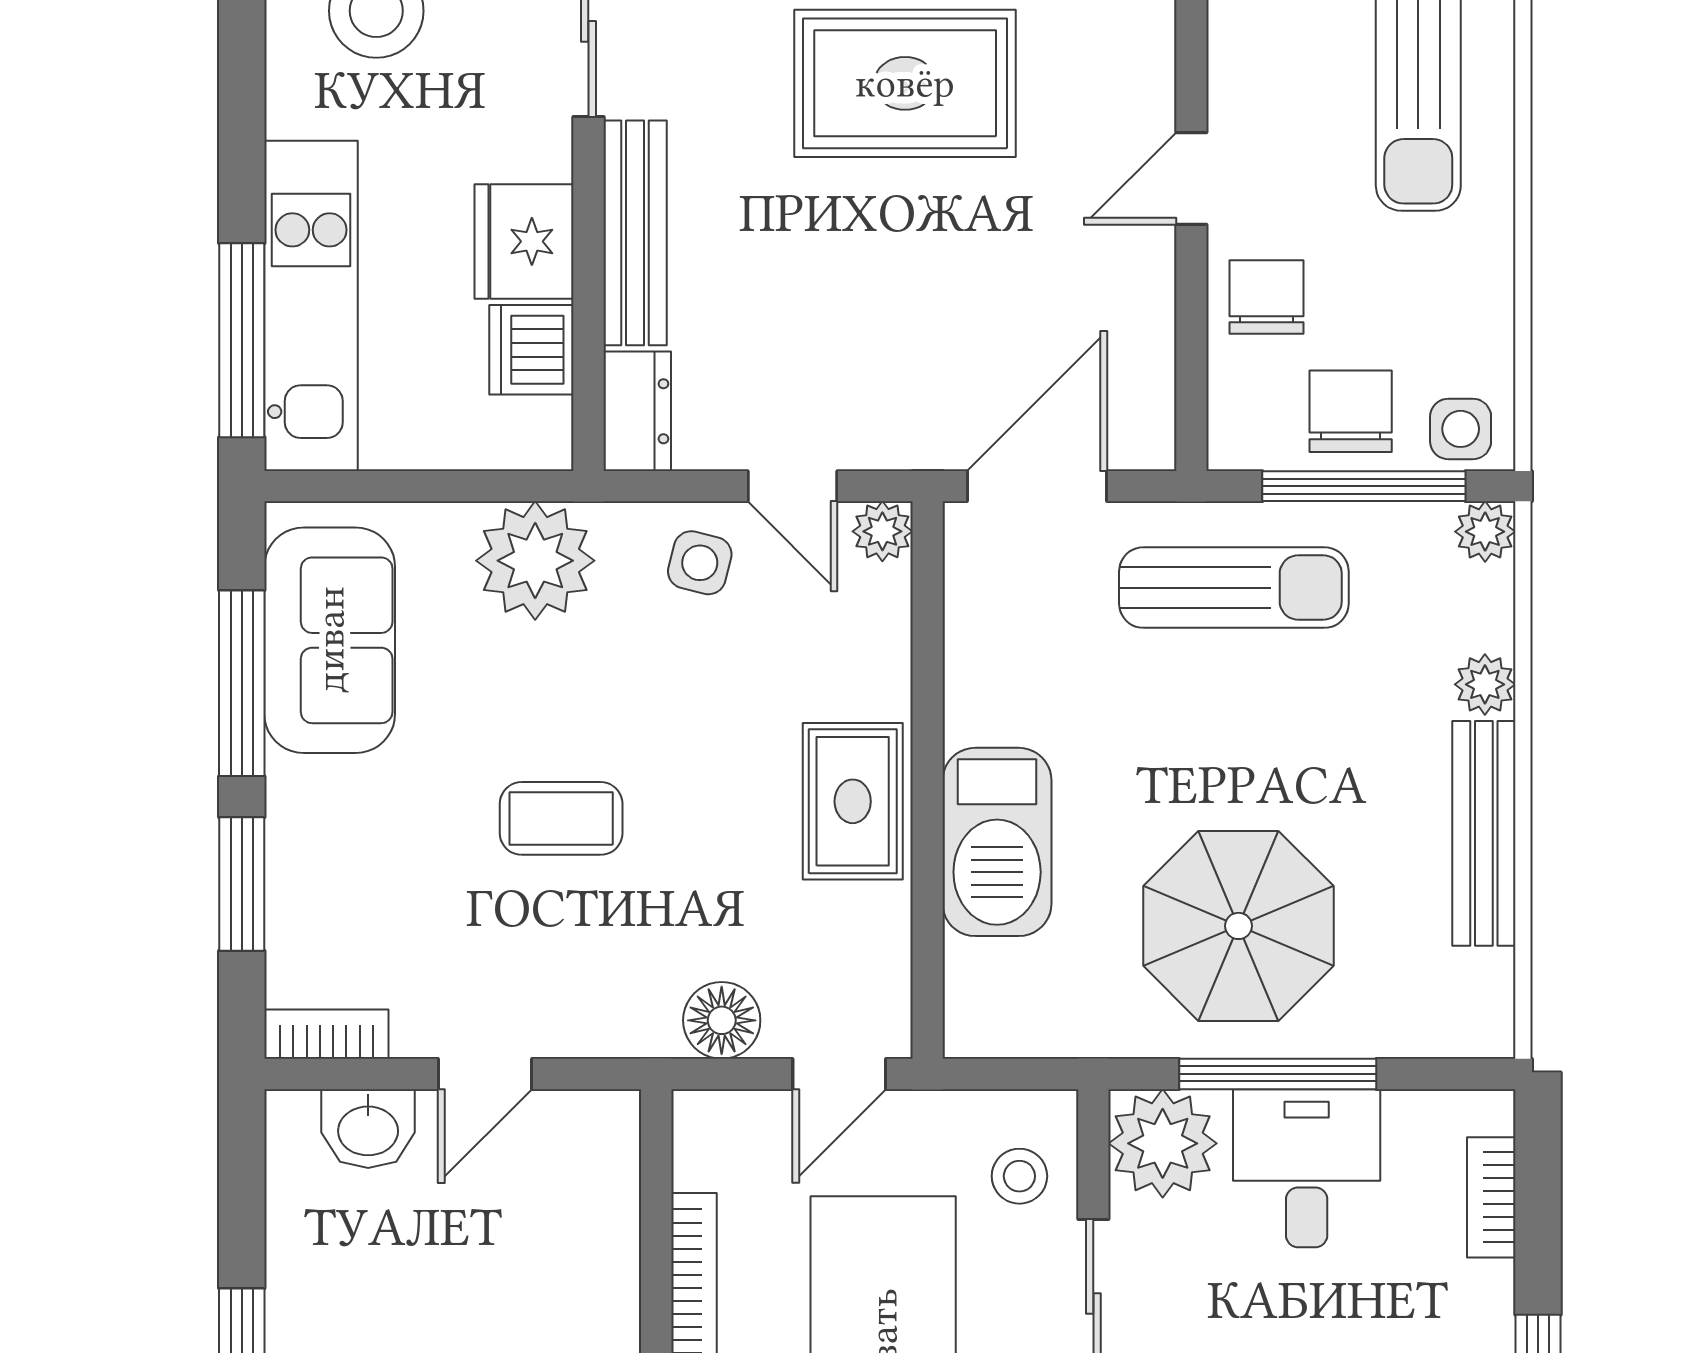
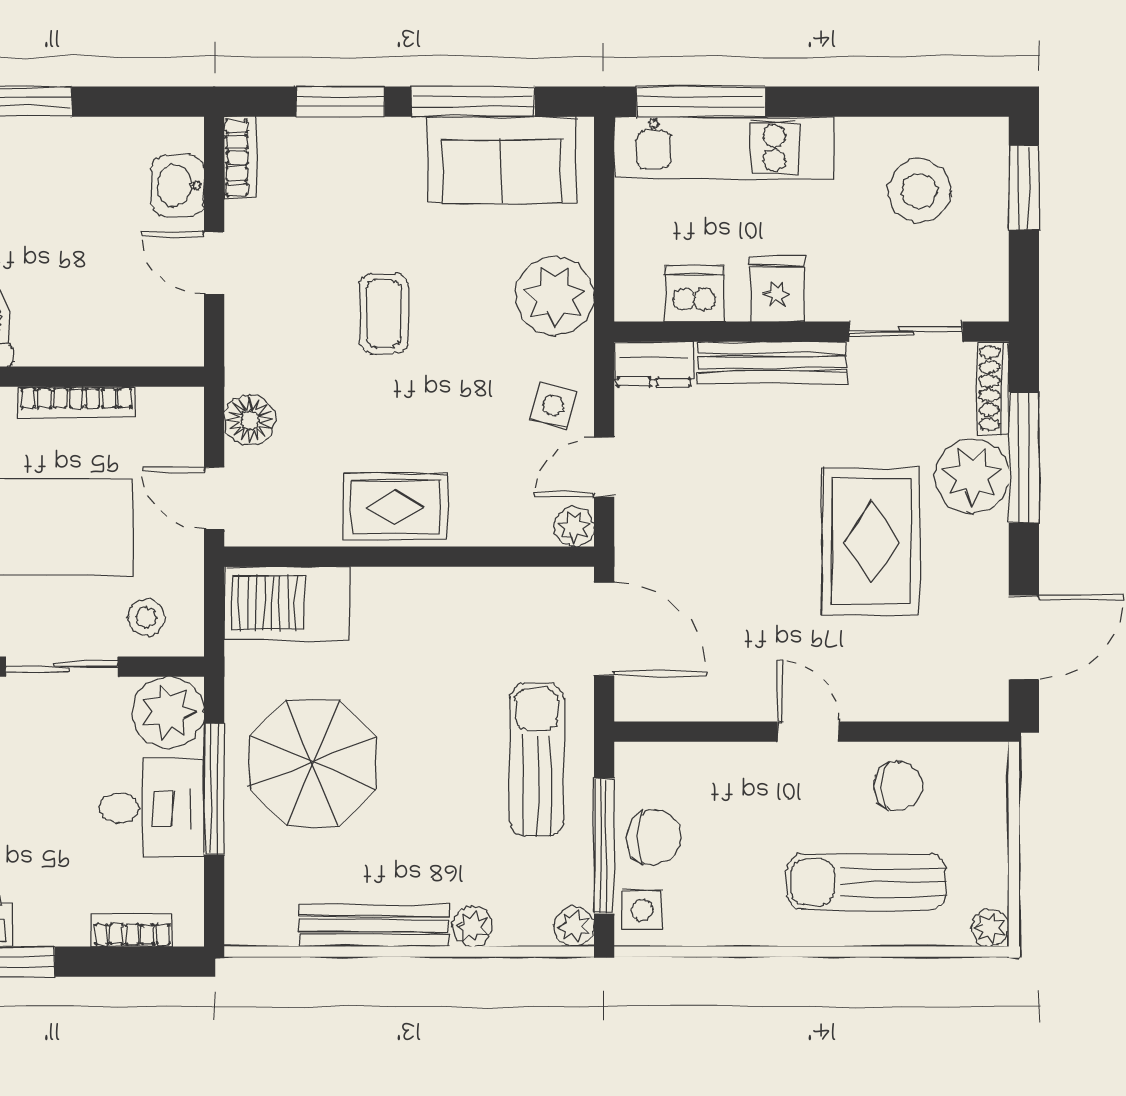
fridge: (524, 241) -> (777, 289), width x0.72
chair: (1266, 297) -> (898, 786), moved
sun lounger: (1234, 588) -> (537, 760), turned 180
barbecue: (997, 842) -> (287, 603), moved

